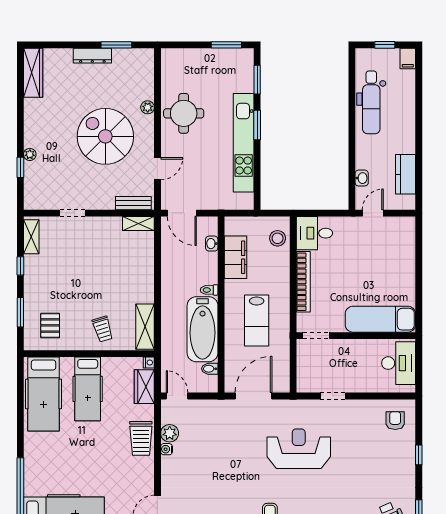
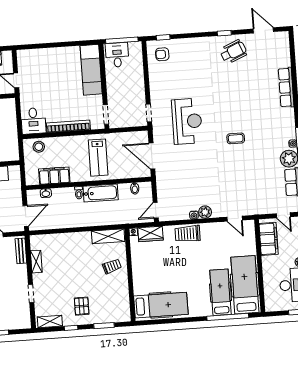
shelving: (138, 223) -> (36, 262), moved
lab bench: (257, 320) -> (98, 158), turned 90
pallet: (50, 325) -> (82, 306), moved, turned 90
bathtub: (203, 329) -> (101, 193), width x0.73, depth x0.73
desk: (399, 363) -> (117, 55), width x0.73
window: (419, 365) -> (122, 40), added
hospital bed: (88, 389) -> (220, 292), moved, turned -90
doorway: (333, 396) -> (149, 113), moved
plant: (170, 433) -> (205, 212), moved
trolley: (141, 438) -> (188, 234), turned 180
reception desk: (299, 449) -> (187, 121), turned 180
window: (419, 455) -> (163, 37), moved

